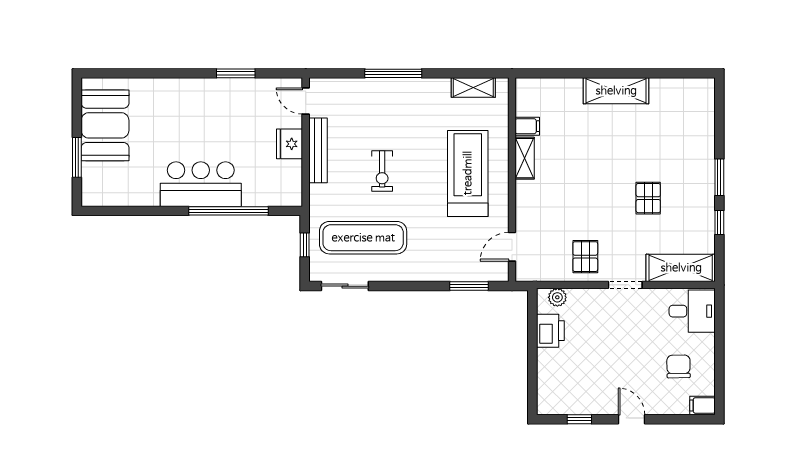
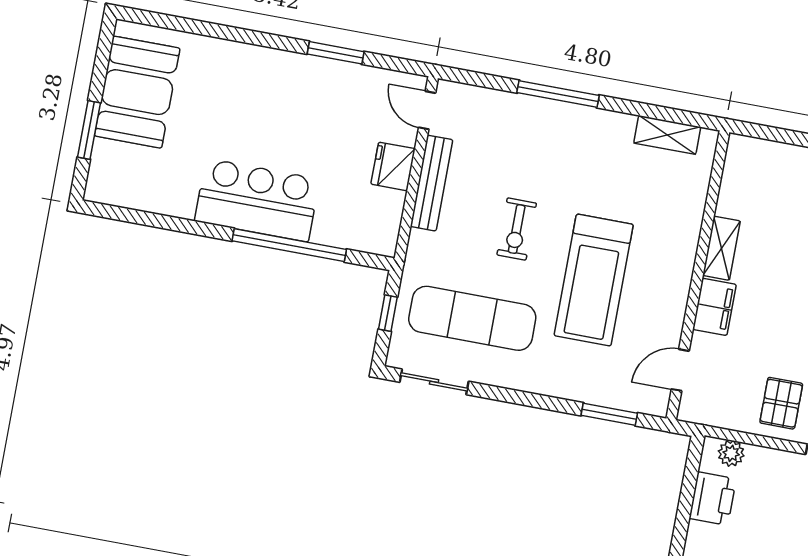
filing cabinet: (527, 126) -> (714, 307), moved, width x2.00
treadmill: (468, 173) -> (594, 280), moved, turned 180

